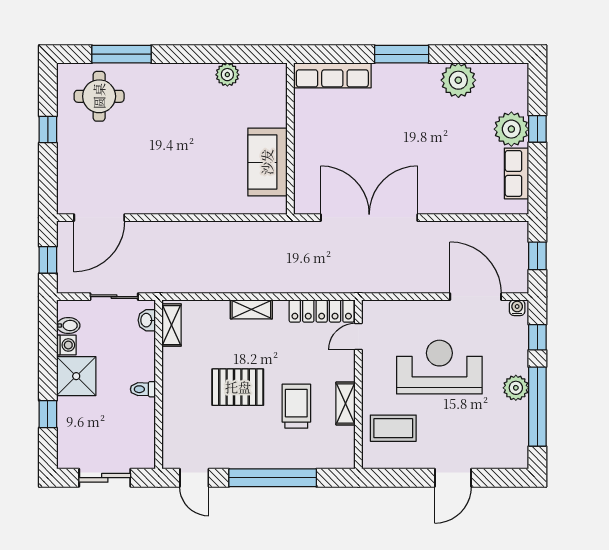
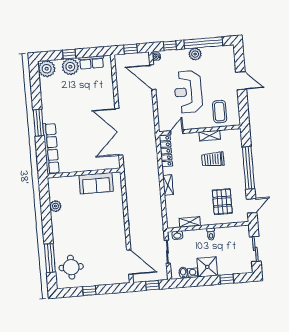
row of seats: (332, 75) -> (51, 149), width x1.36
plant: (458, 80) -> (47, 69), moved
door: (476, 297) -> (153, 77), hinge flipped
shelving: (171, 325) -> (190, 222), moved
door: (358, 337) -> (177, 132), swing flipped
pallet: (238, 387) -> (222, 202), moved

